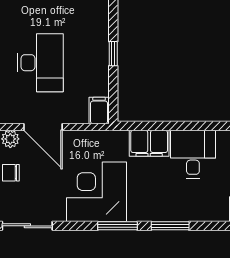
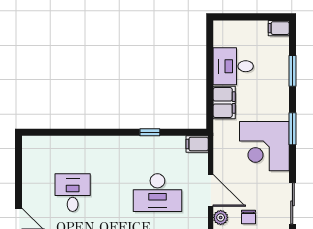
desk: (40, 63) -> (157, 193), turned 180
door: (43, 127) -> (211, 190), hinge flipped
window: (170, 226) -> (293, 71), moved

